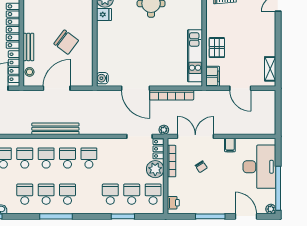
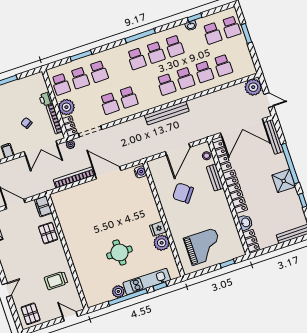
kitchen unit: (195, 56) -> (65, 219), removed
school desk: (68, 158) -> (109, 104), moved
printer: (173, 203) -> (46, 99), moved

